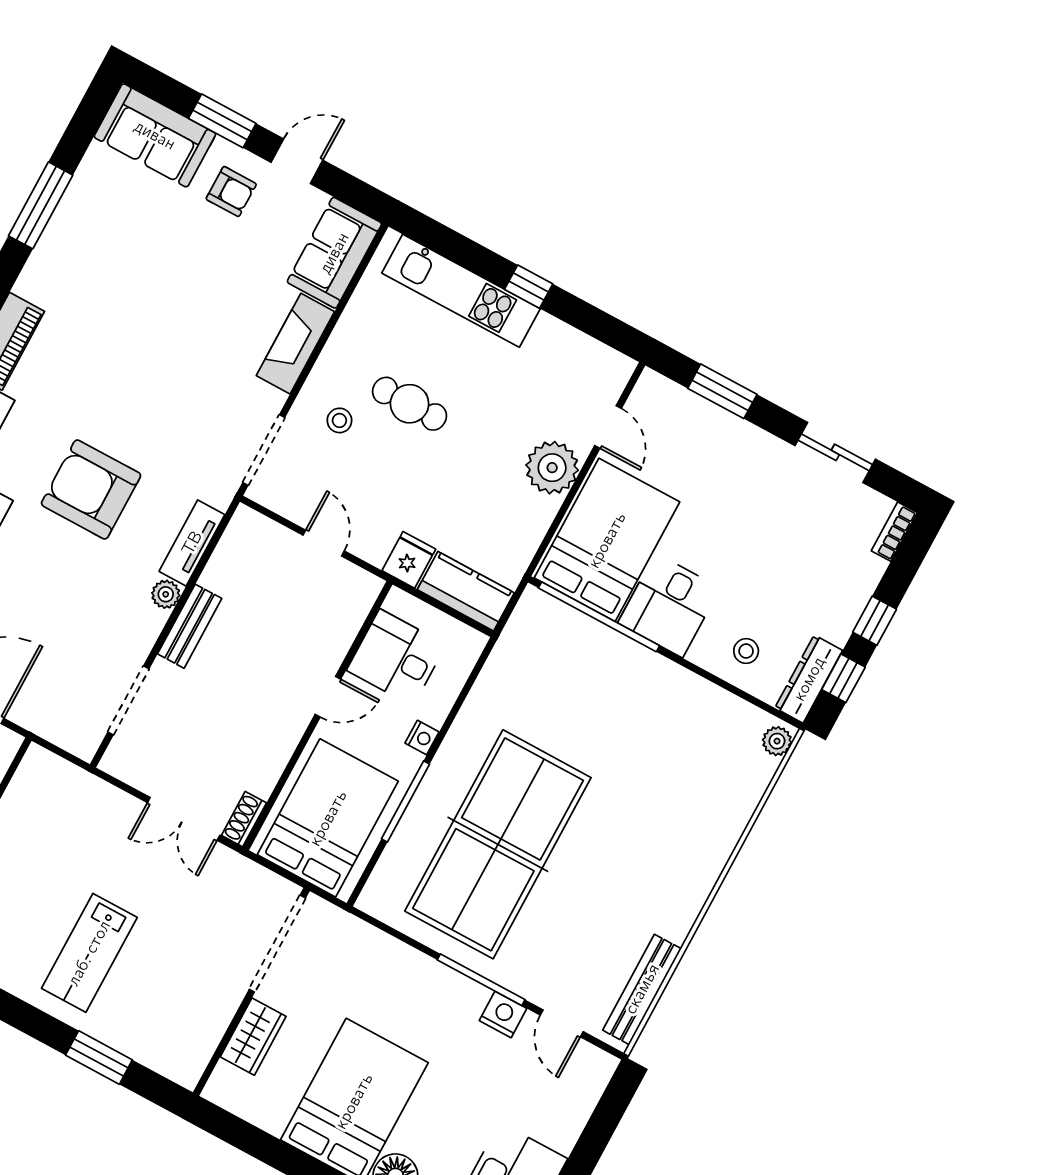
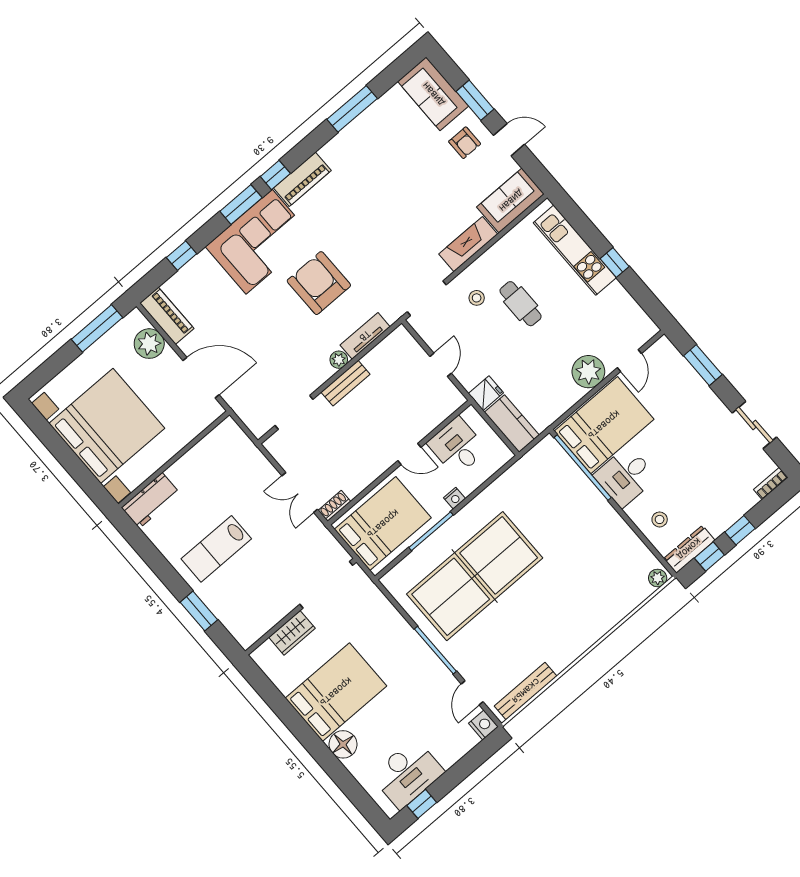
nightstand: (503, 1015) -> (483, 725), moved

